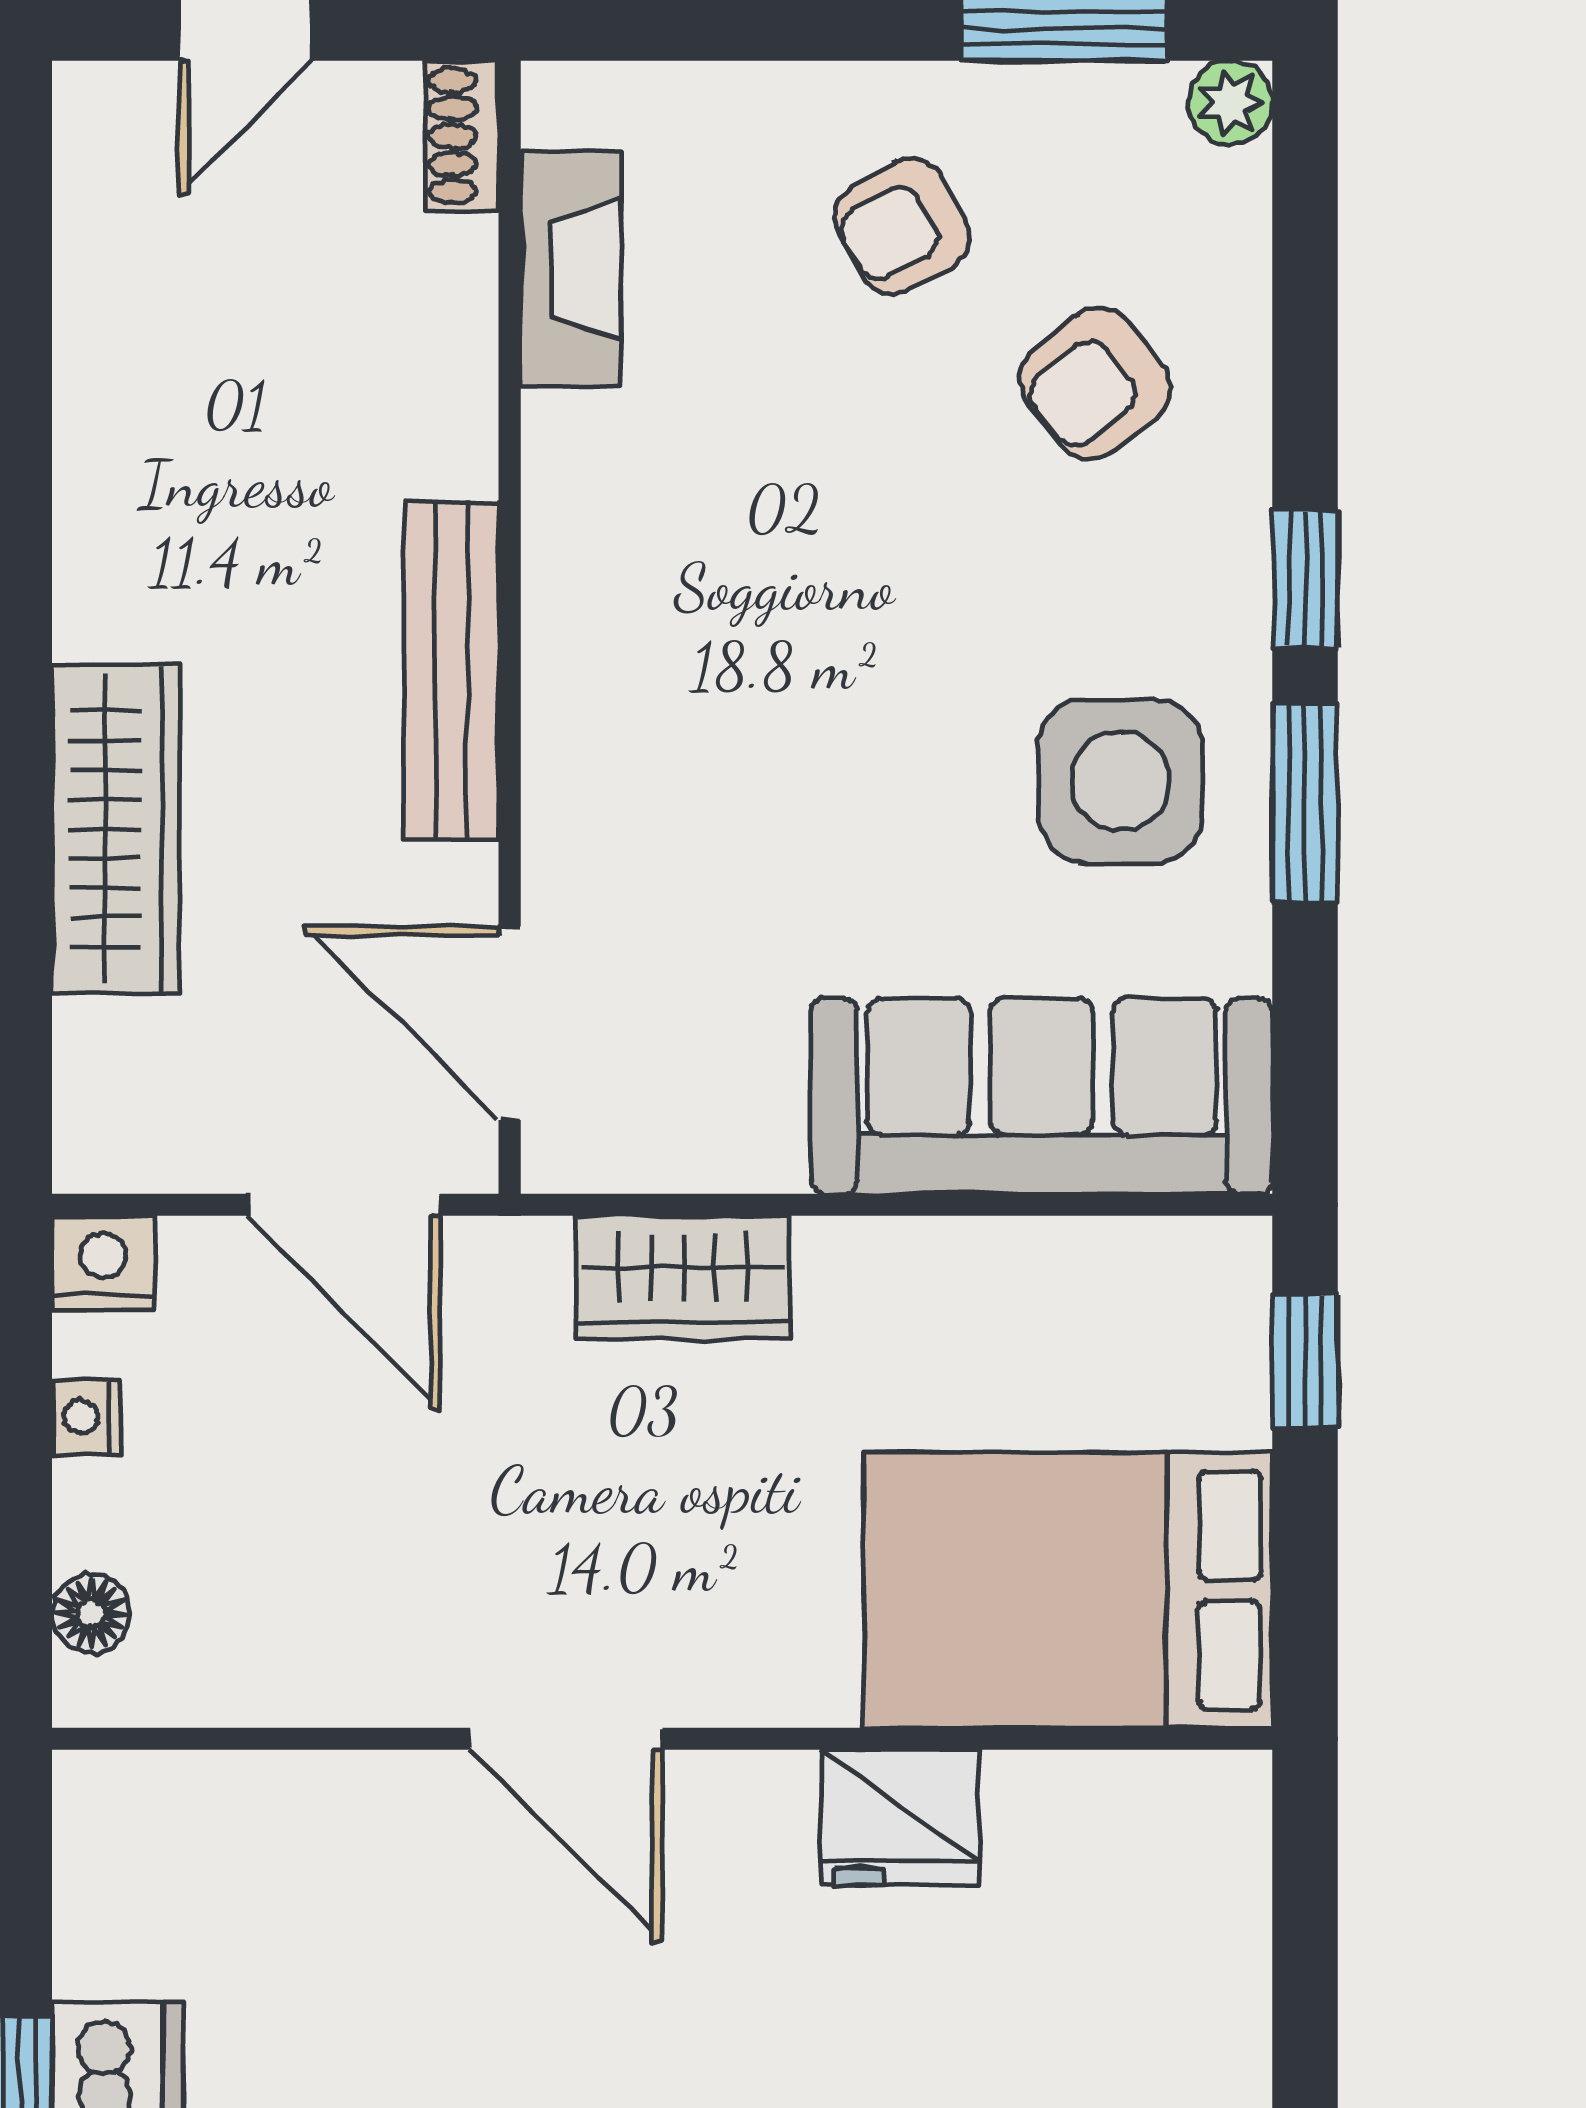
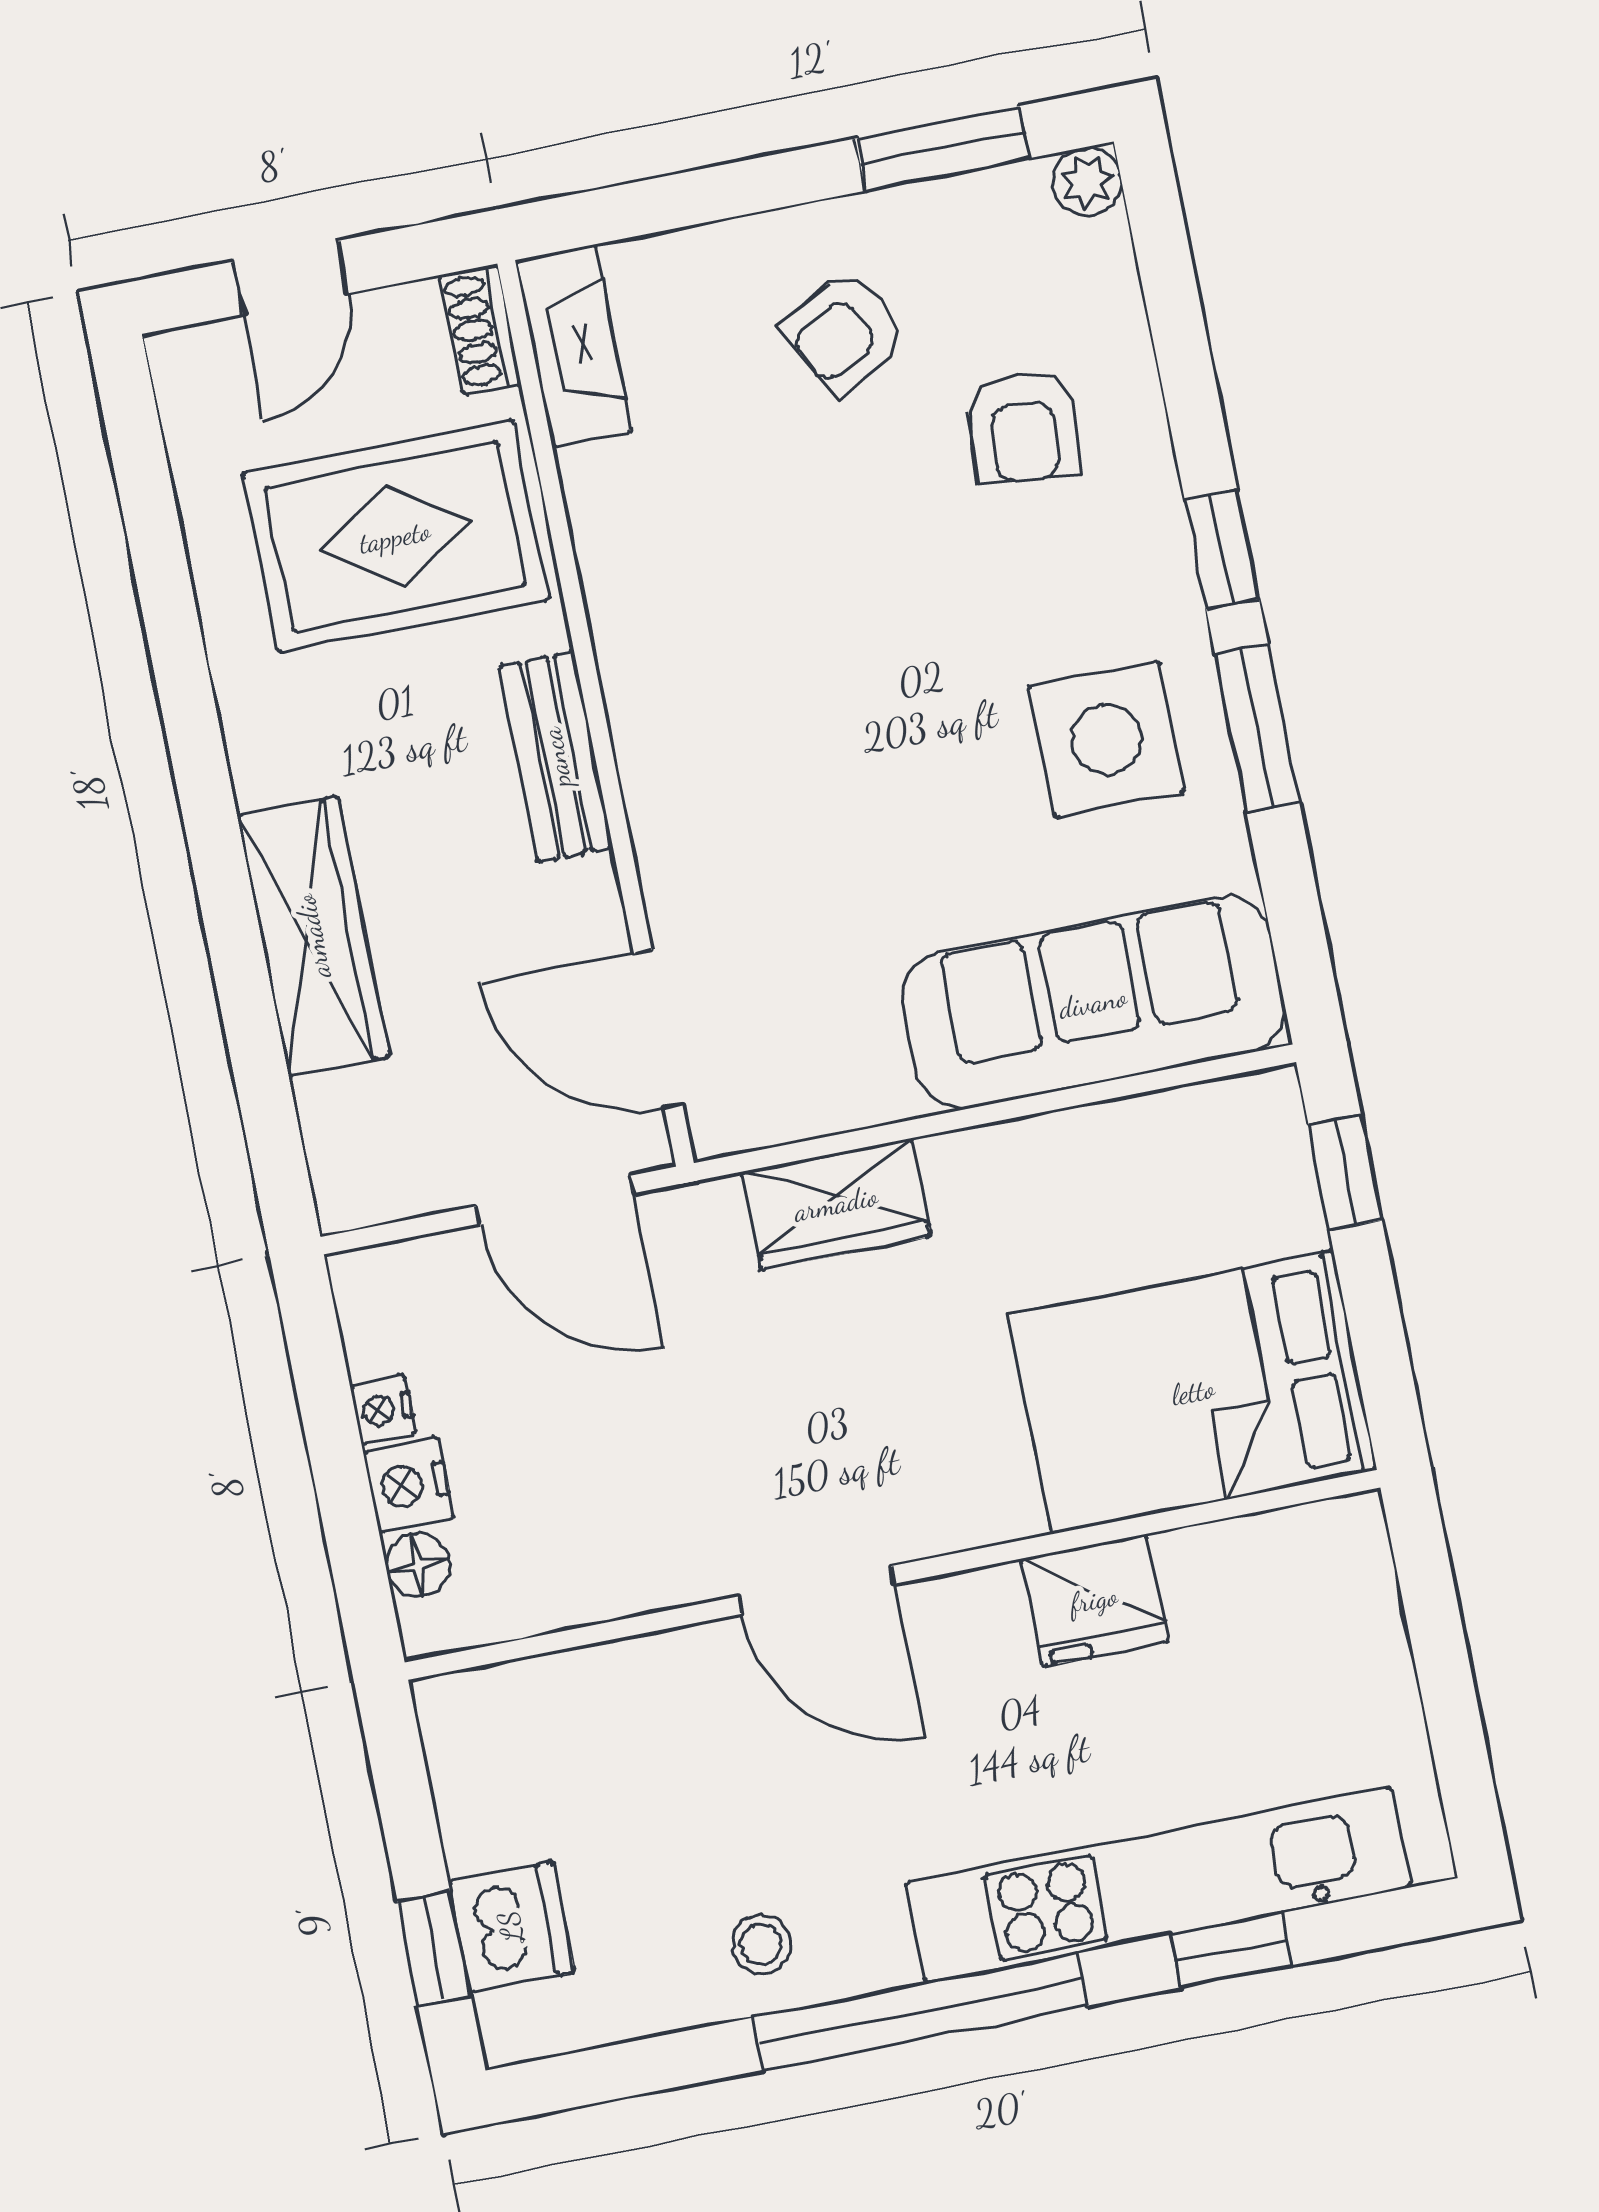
fireplace: (571, 270) -> (574, 346), moved
rug: (310, 366) -> (395, 537), added
armchair: (1095, 384) -> (1024, 427), turned -46
bench: (451, 670) -> (556, 757), width x0.73
nightstand: (103, 1263) -> (408, 1485), moved, turned -90

